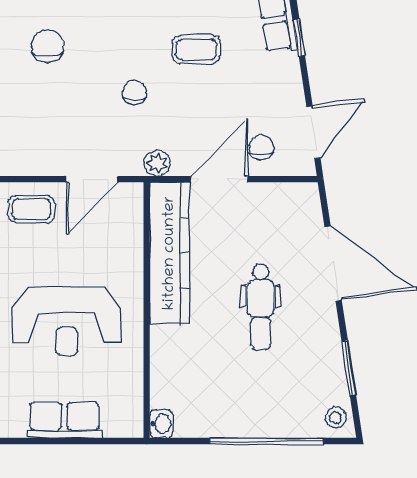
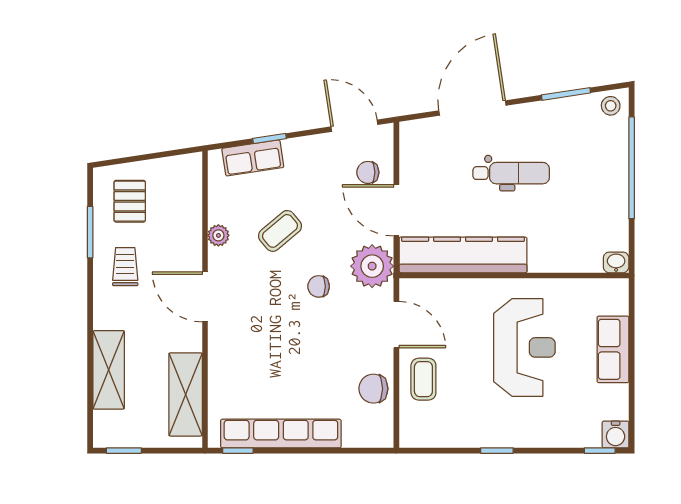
chair: (47, 46) -> (373, 389), moved
coffee table: (196, 49) -> (280, 231), turned 50
plant: (157, 163) -> (372, 266), width x1.87, depth x1.87

